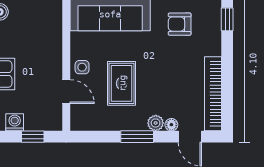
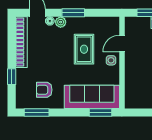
window: (227, 19) -> (12, 77), moved
armchair: (180, 24) -> (44, 90), turned 180
door: (66, 92) -> (122, 44), hinge flipped

